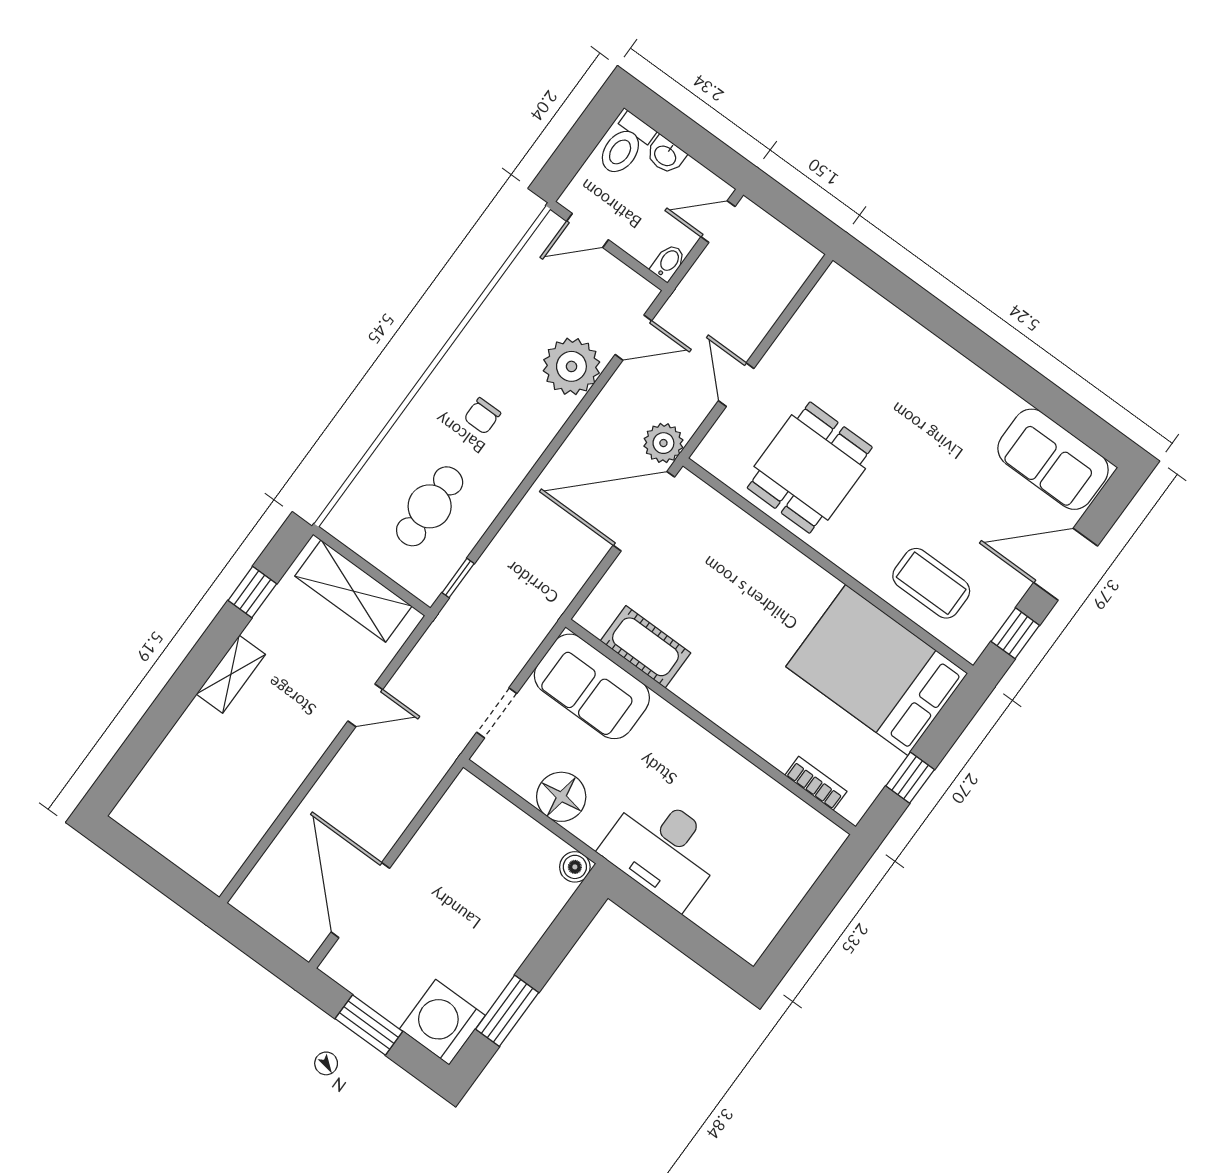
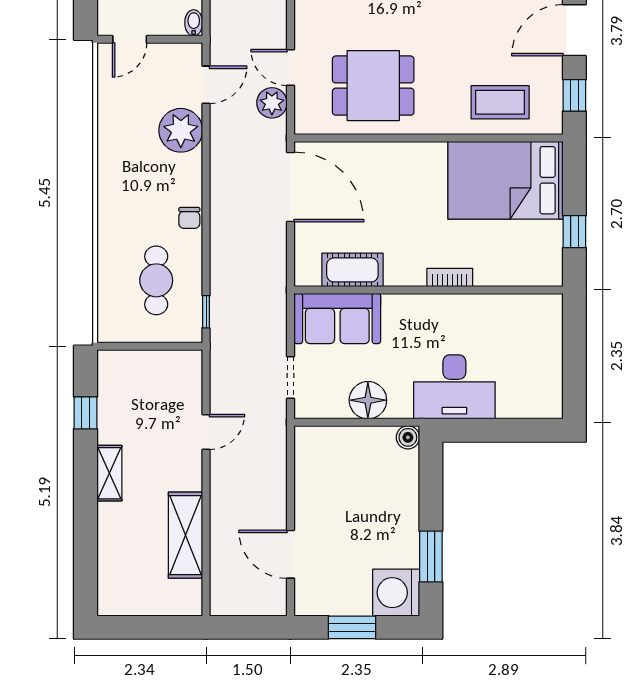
chair: (482, 416) -> (189, 218), moved
plant: (663, 443) -> (272, 103), moved
dining table: (810, 468) -> (373, 86), turned 90
door: (644, 511) -> (291, 187), swing flipped
shelving: (353, 591) -> (185, 535), moved, turned 90
bookcase: (816, 783) -> (450, 277), moved
door: (360, 900) -> (291, 554), width x0.73

